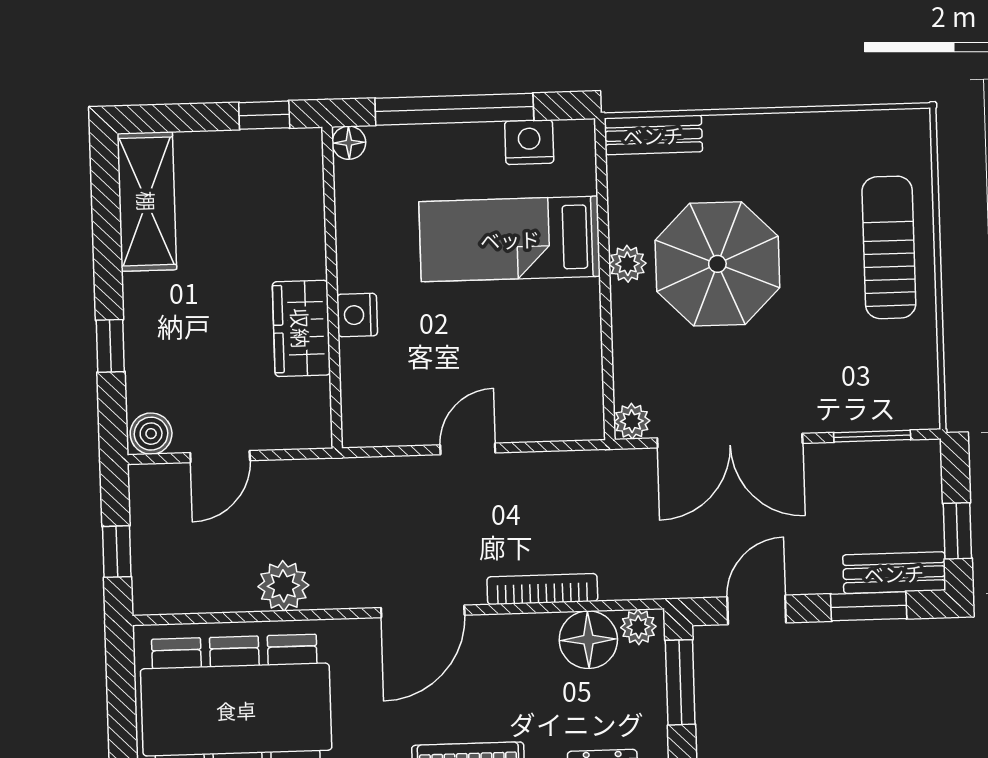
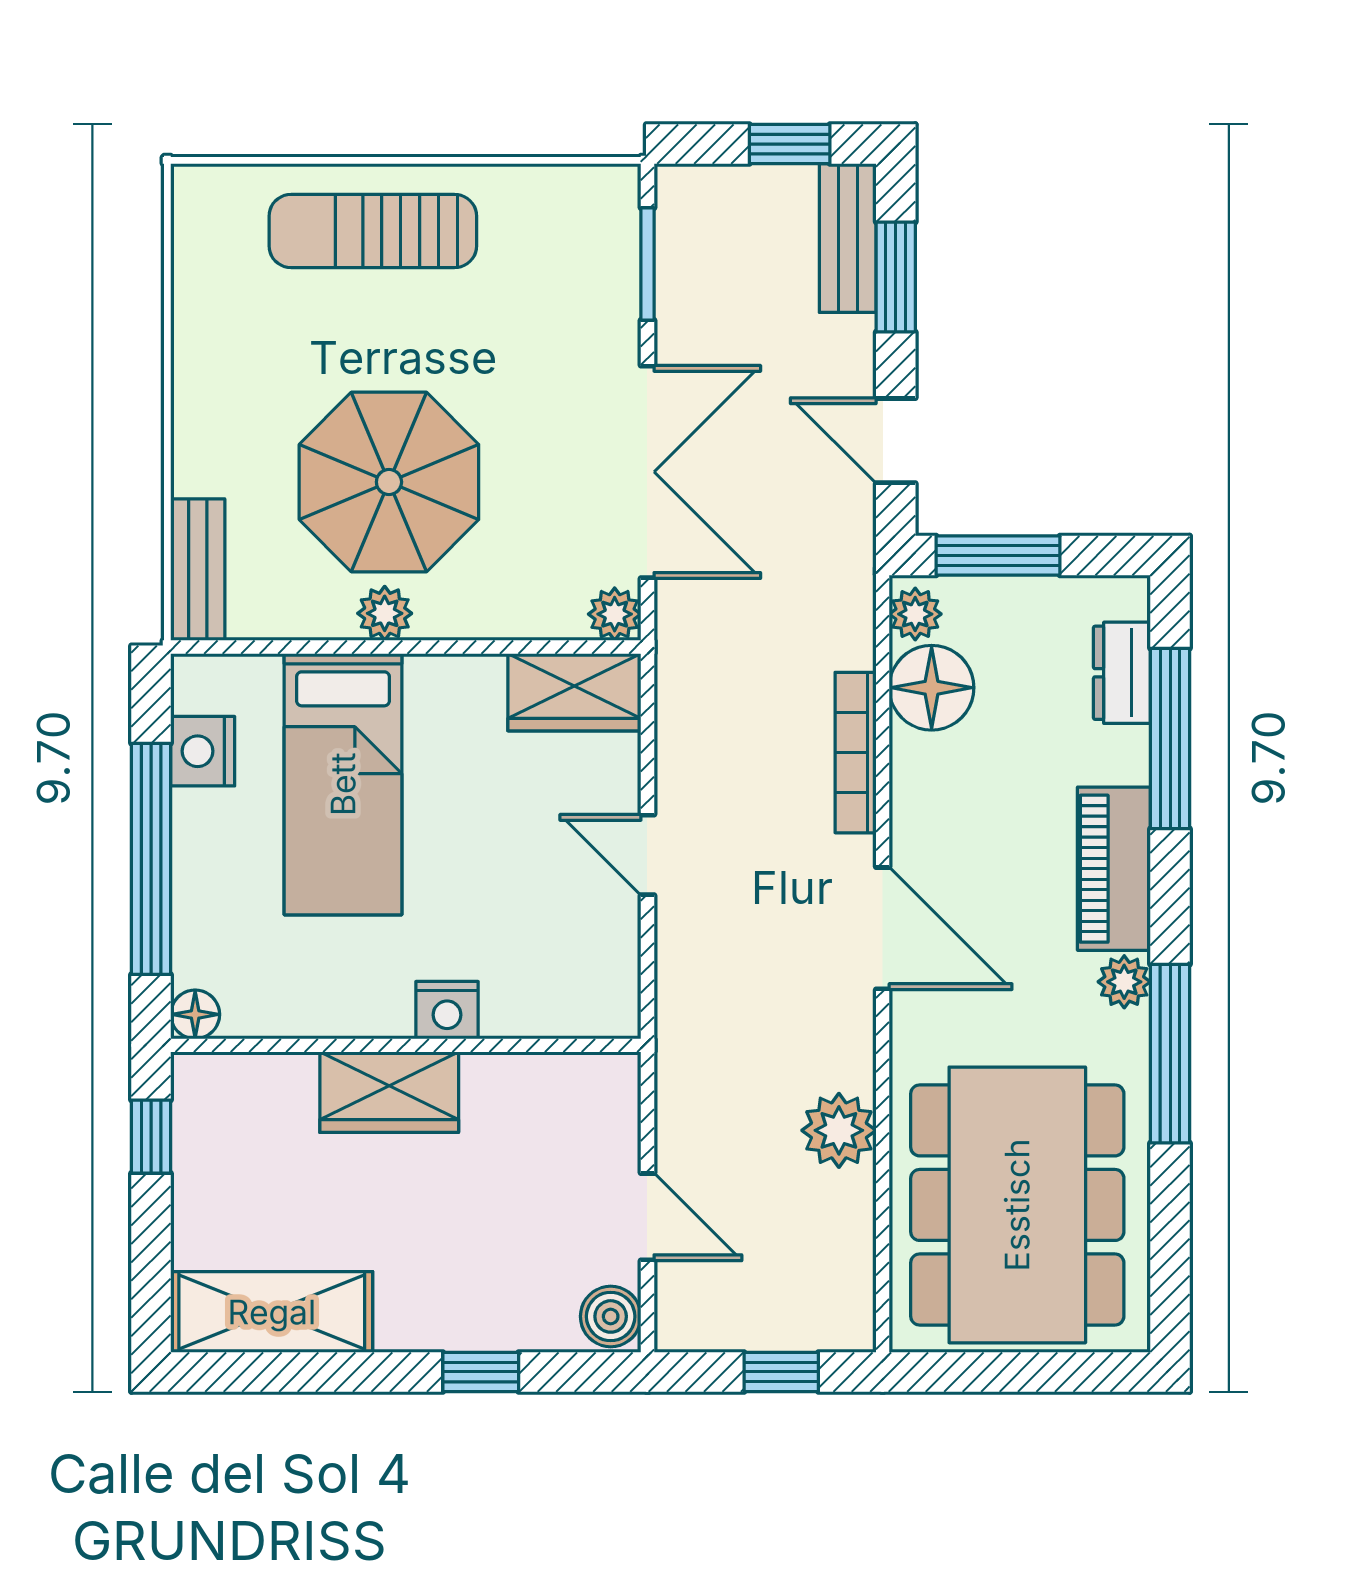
wardrobe: (301, 328) -> (389, 1092), moved
wardrobe: (578, 395) -> (574, 692), added

